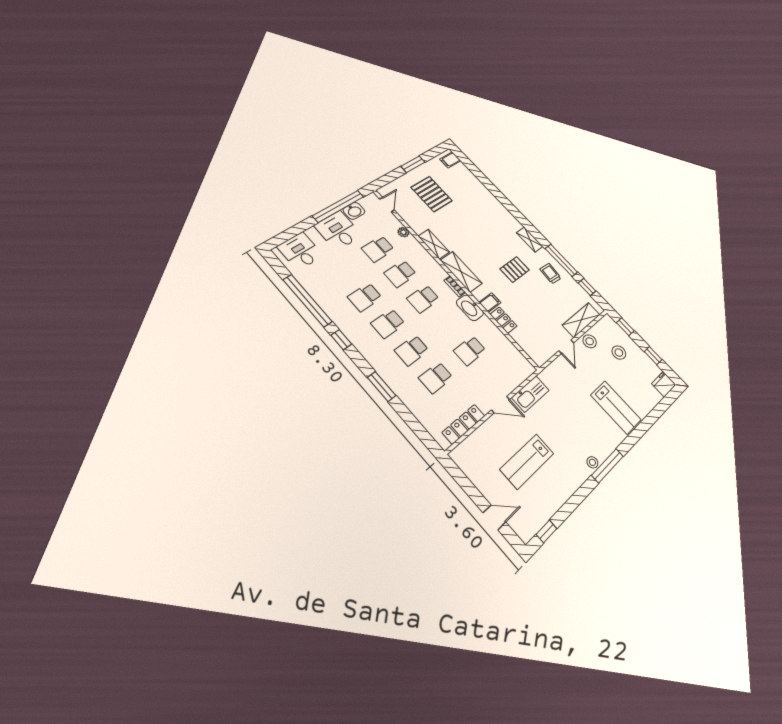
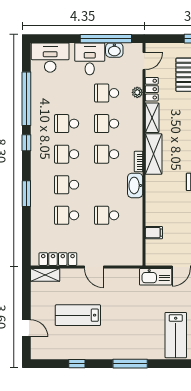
desk: (300, 251) -> (50, 58), width x1.37
filing cabinet: (490, 303) -> (154, 233), moved
locker: (503, 320) -> (152, 89), moved
kitchen sink: (530, 394) -> (156, 277), moved
shelving: (466, 449) -> (45, 275), added
stool: (592, 462) -> (122, 353), removed
window: (546, 531) -> (77, 364), moved

